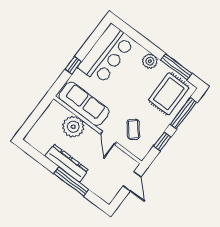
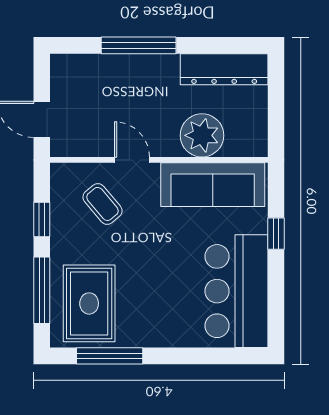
plant: (150, 61) -> (159, 333), removed
dresser: (67, 163) -> (224, 69), moved

